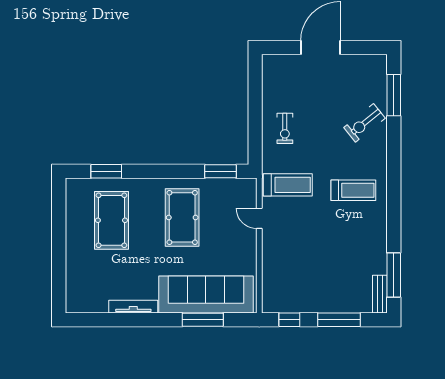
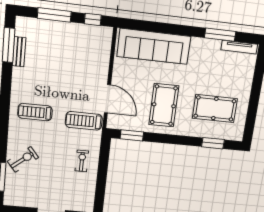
door: (259, 218) -> (107, 99), width x1.87
pool table: (111, 220) -> (215, 108), turned 90
bench: (380, 294) -> (19, 52), moved
tv unit: (133, 307) -> (239, 47), moved
window: (203, 320) -> (220, 35), moved

